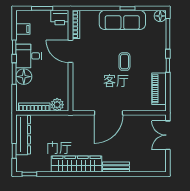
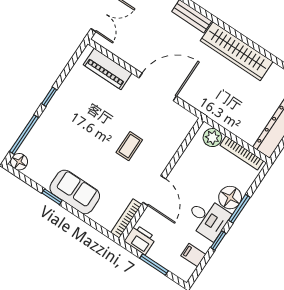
sofa: (122, 20) -> (75, 192), width x0.73
coffee table: (124, 62) -> (129, 146), moved
piano: (159, 89) -> (108, 69), moved, turned 90

